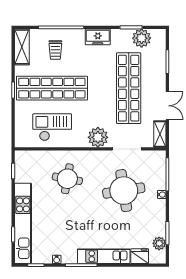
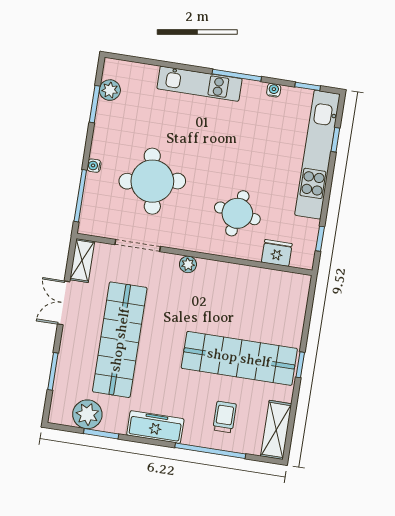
freezer: (98, 37) -> (155, 427), width x1.40
checkout: (52, 127) -> (248, 297), removed
plant: (98, 137) -> (188, 264), width x0.53, depth x0.53
fridge: (140, 256) -> (277, 253), moved, turned 180

